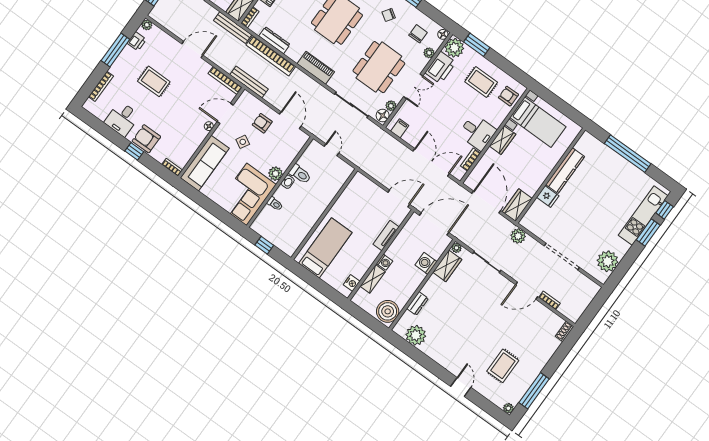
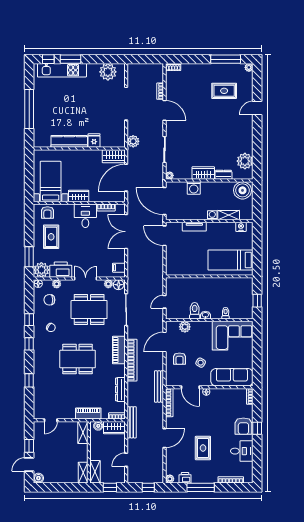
door: (192, 50) -> (165, 438), swing flipped
bookcase: (271, 56) -> (132, 360), moved
plant: (275, 174) -> (185, 327), moved
wardrobe: (447, 266) -> (203, 173), moved

